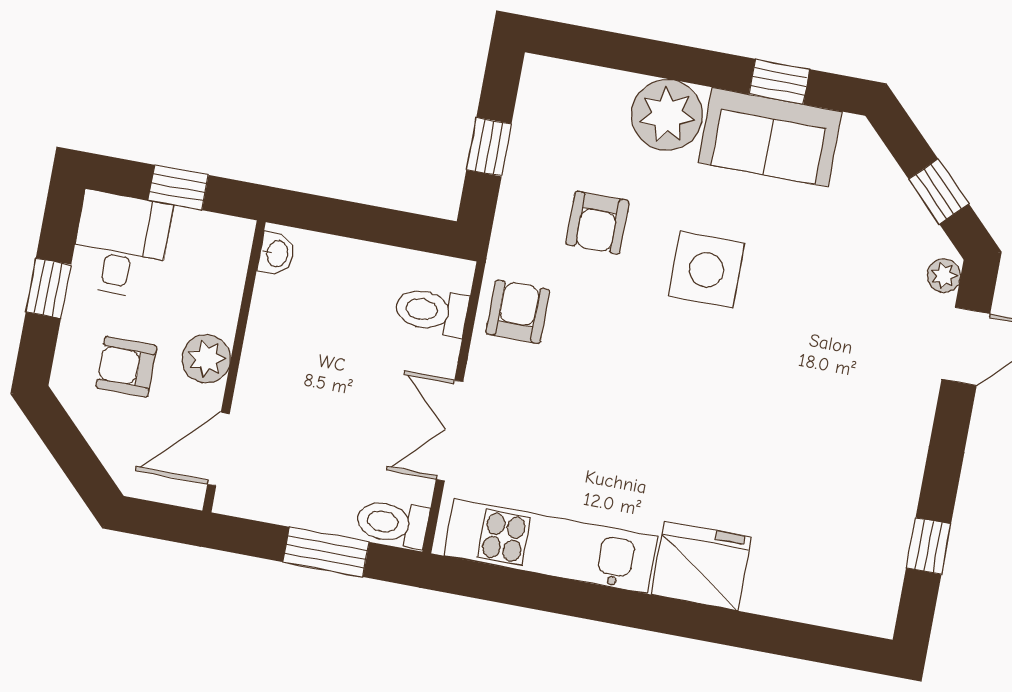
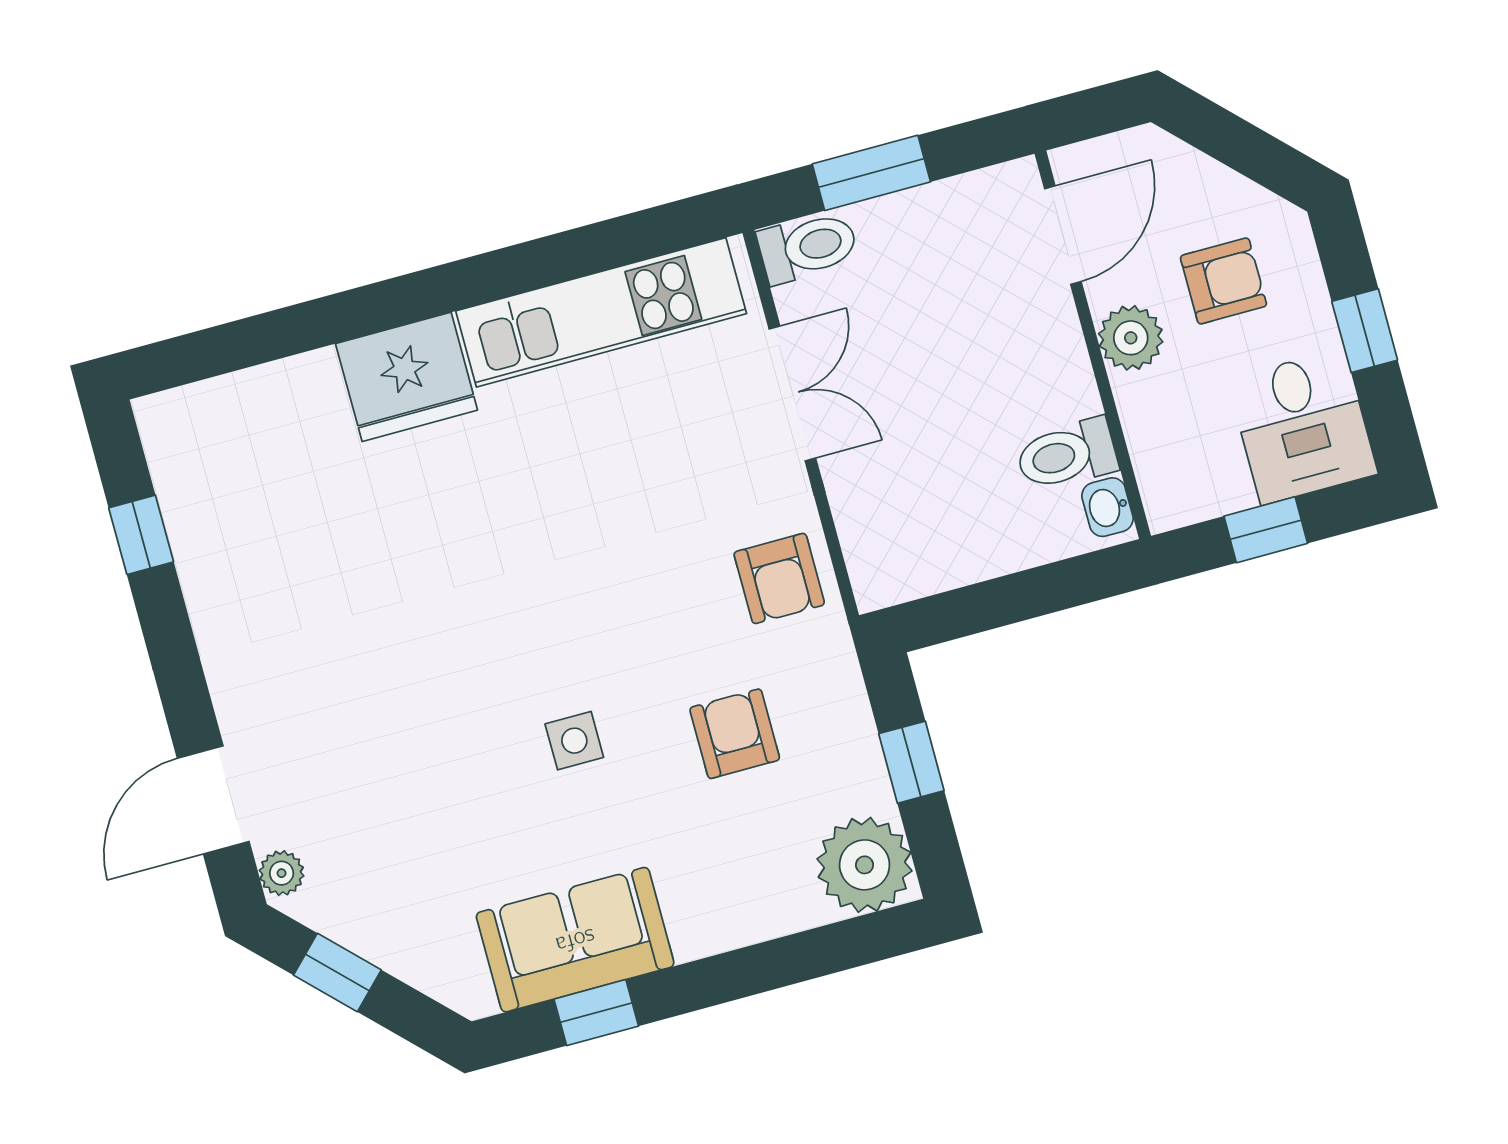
plant: (667, 115) -> (865, 865), moved
side table: (706, 270) -> (574, 741), width x0.54, depth x0.54
toilet: (431, 311) -> (1067, 455), moved, turned 180

